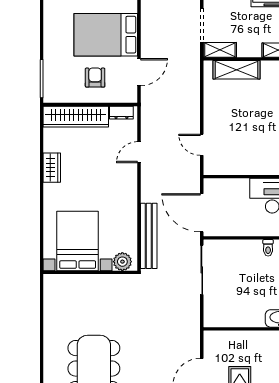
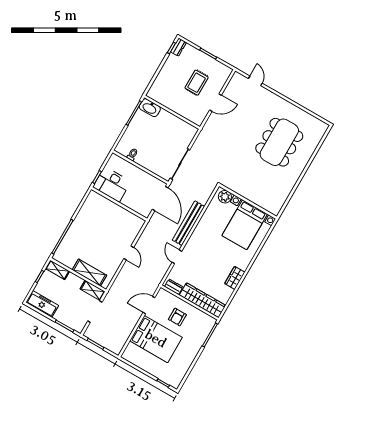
door: (202, 145) -> (129, 253), moved
door: (139, 152) -> (177, 257), swing flipped
bench: (149, 236) -> (188, 223), moved

